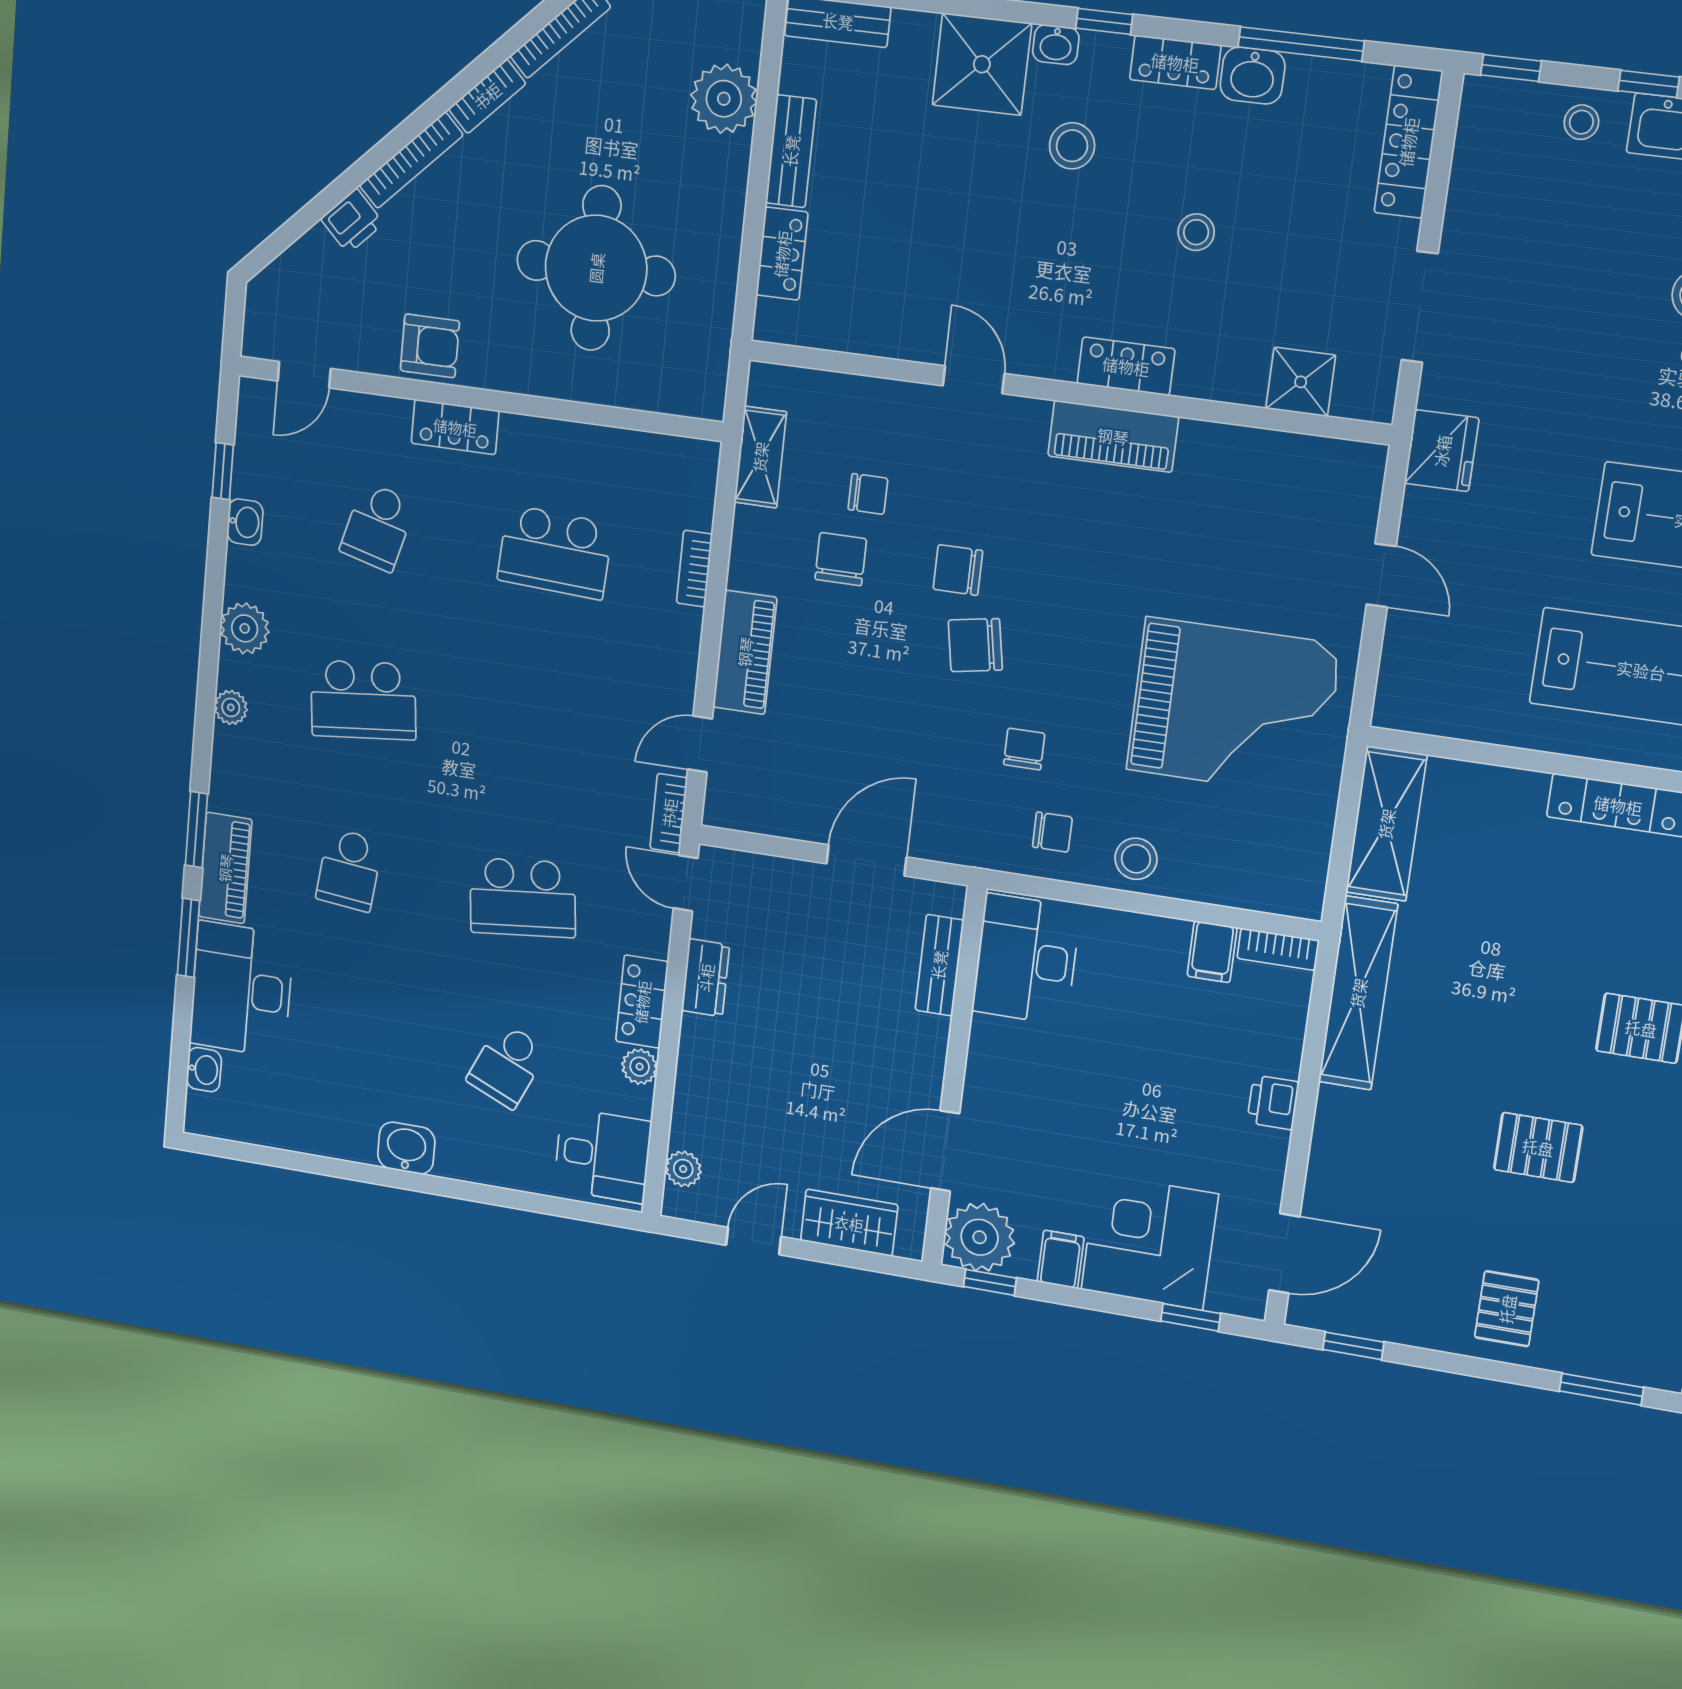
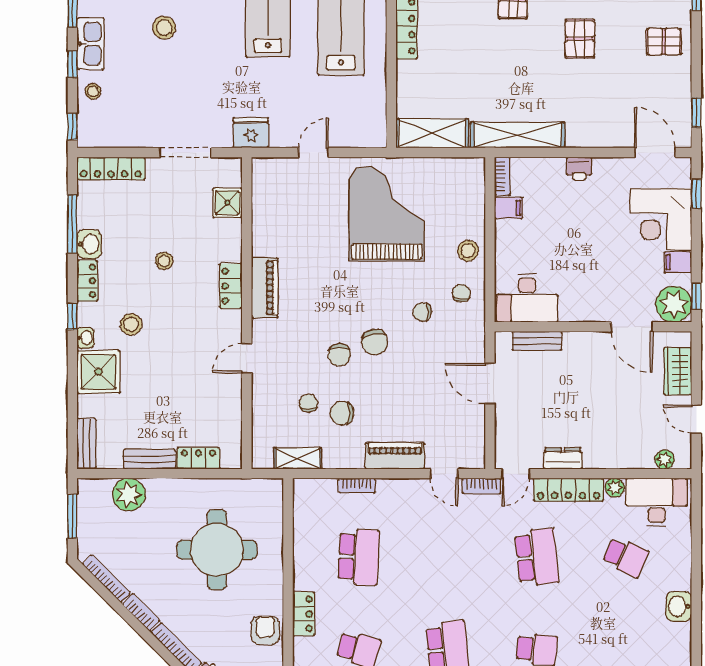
locker: (642, 1002) -> (568, 490), width x1.53
desk: (603, 1155) -> (656, 502), width x1.37

